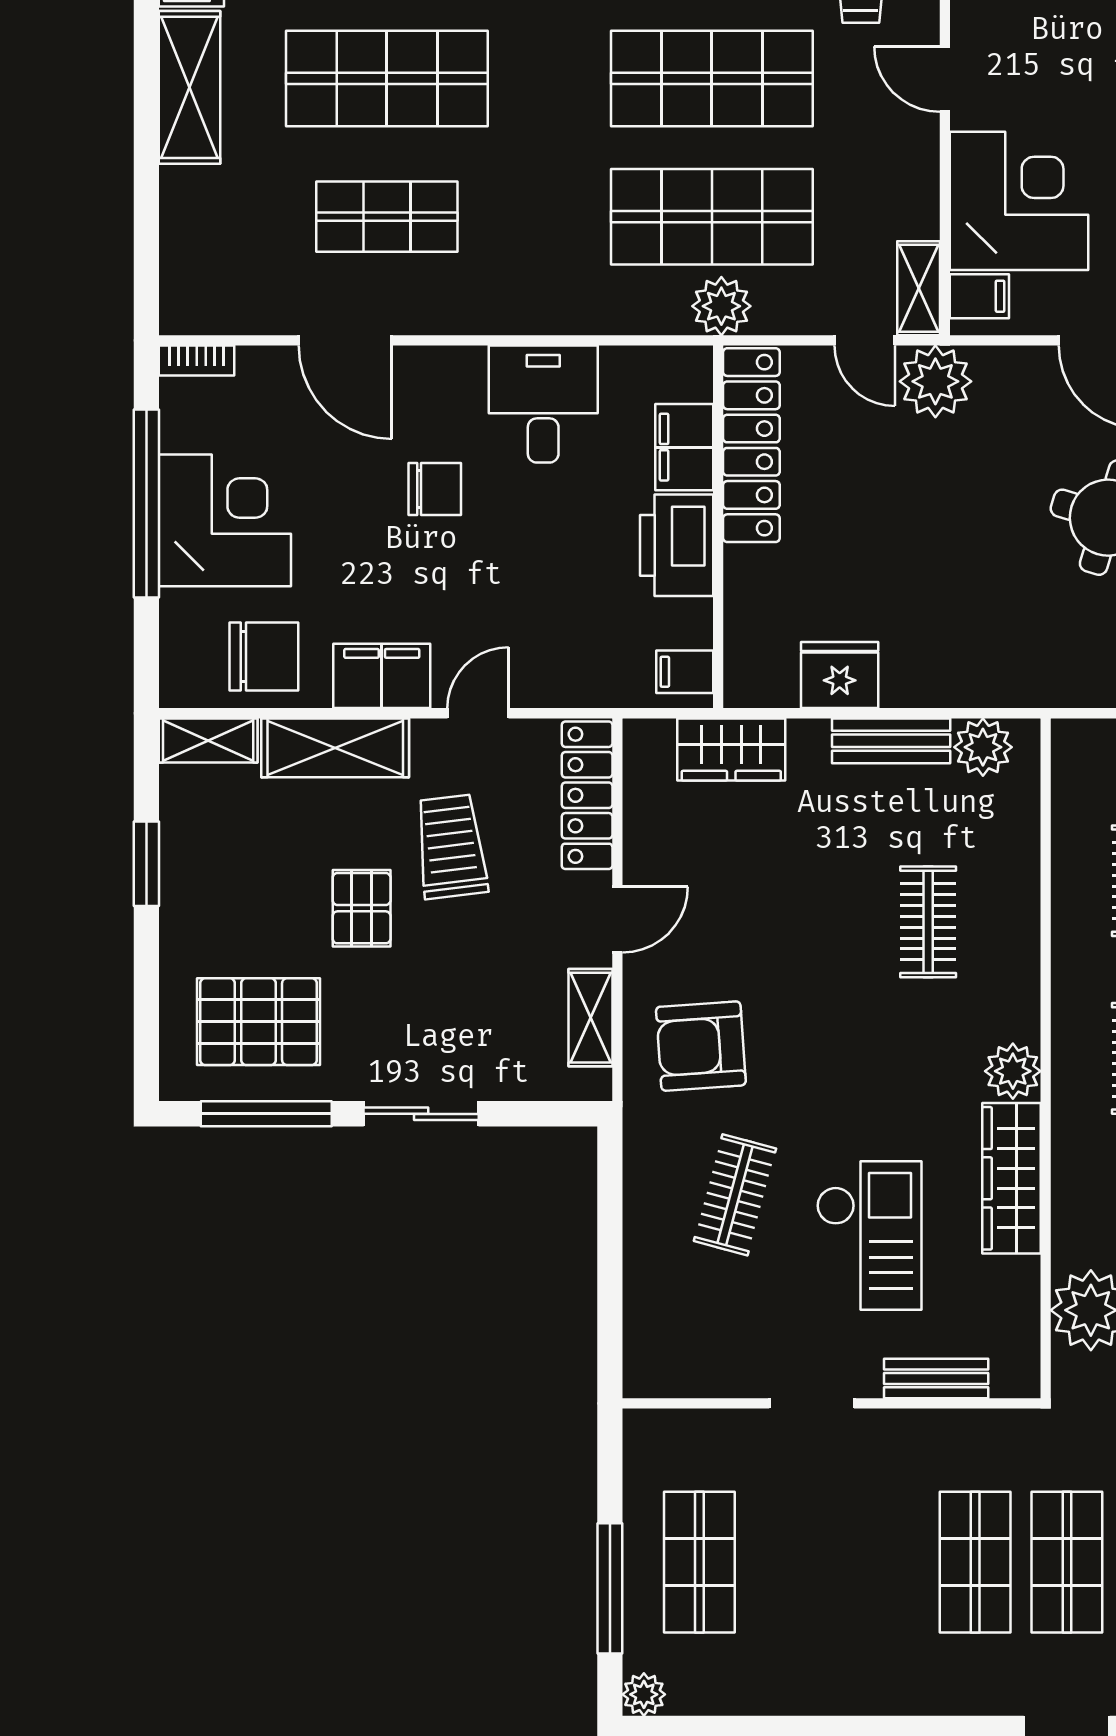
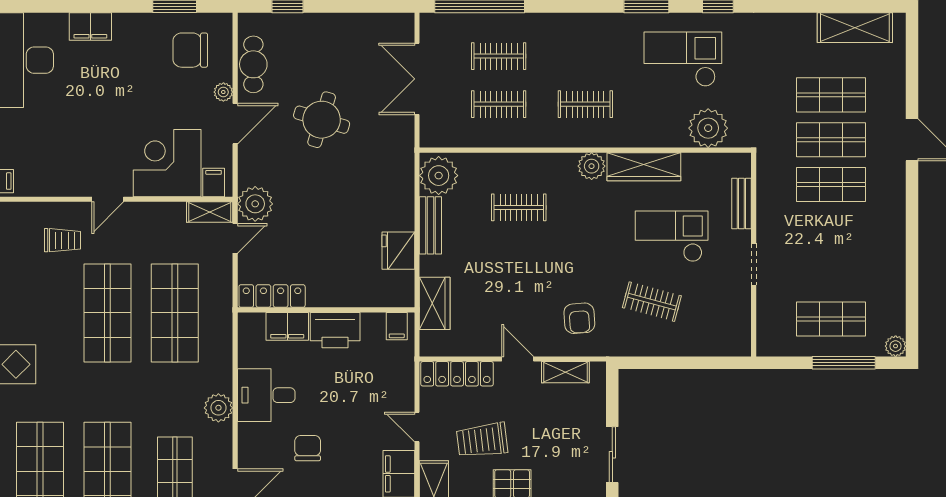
plant: (721, 306) -> (218, 408), moved
locker: (751, 445) -> (272, 296), width x0.71, depth x0.83
plant: (983, 747) -> (439, 176), width x1.36, depth x1.36
armchair: (701, 1046) -> (579, 318), width x0.72, depth x0.72

